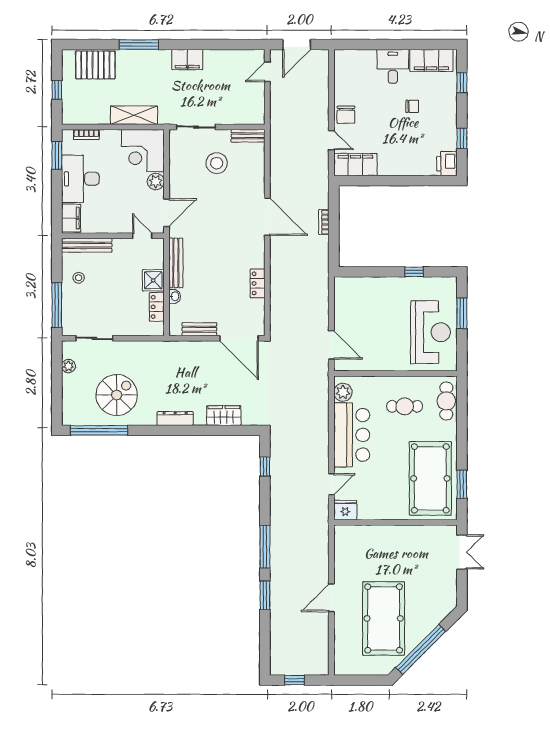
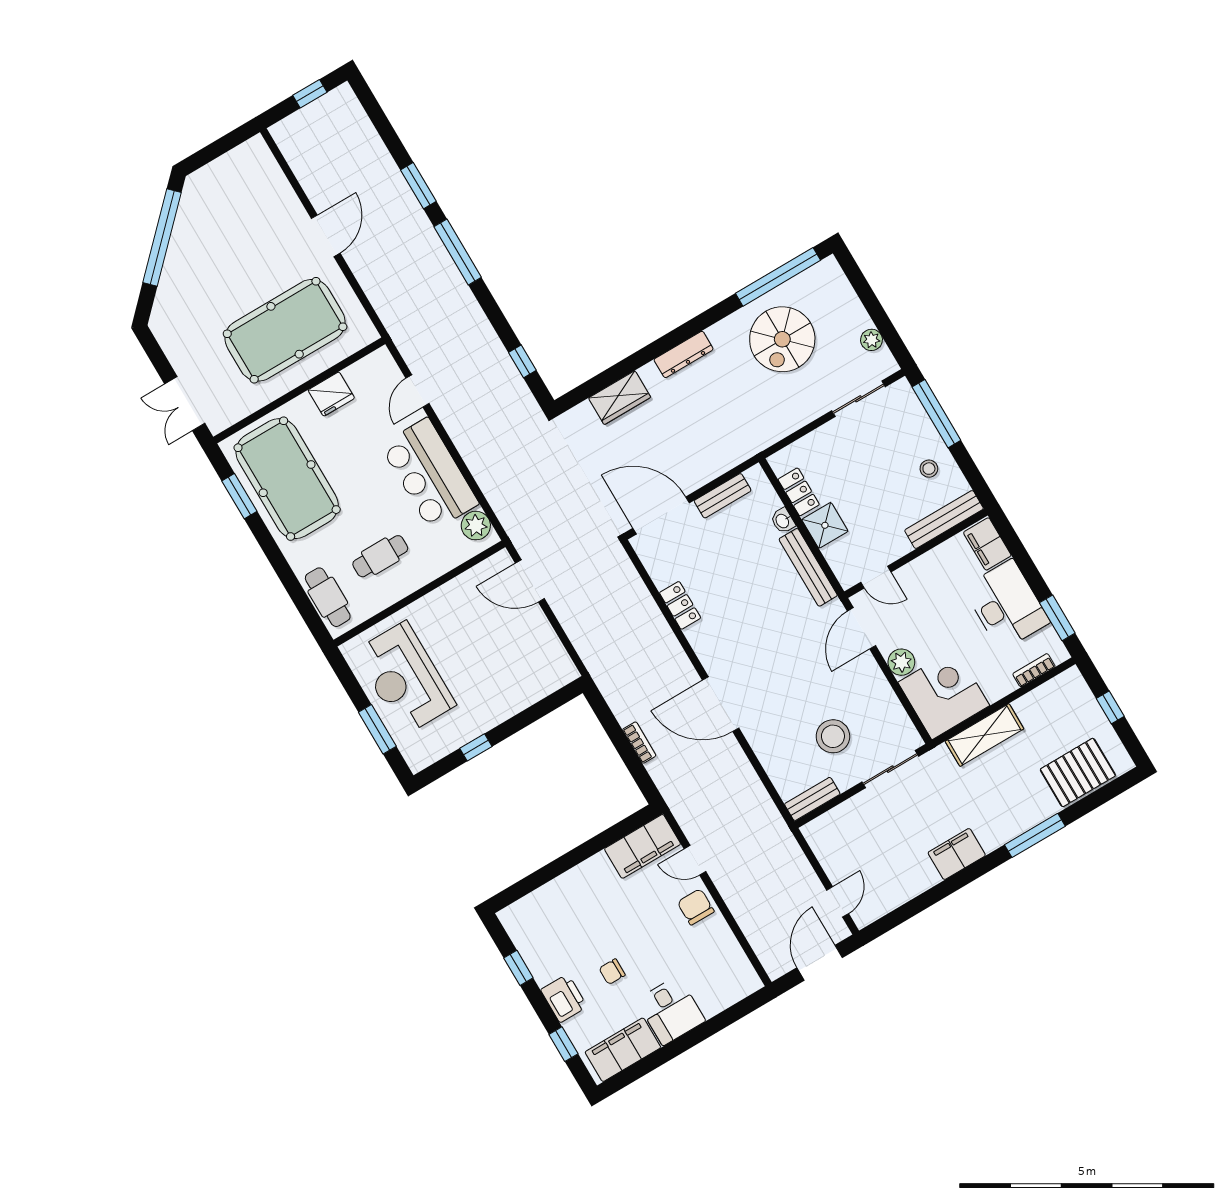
printer: (447, 164) -> (564, 998), moved
fridge: (345, 510) -> (331, 394), moved
pool table: (384, 618) -> (285, 330), moved, turned 90

